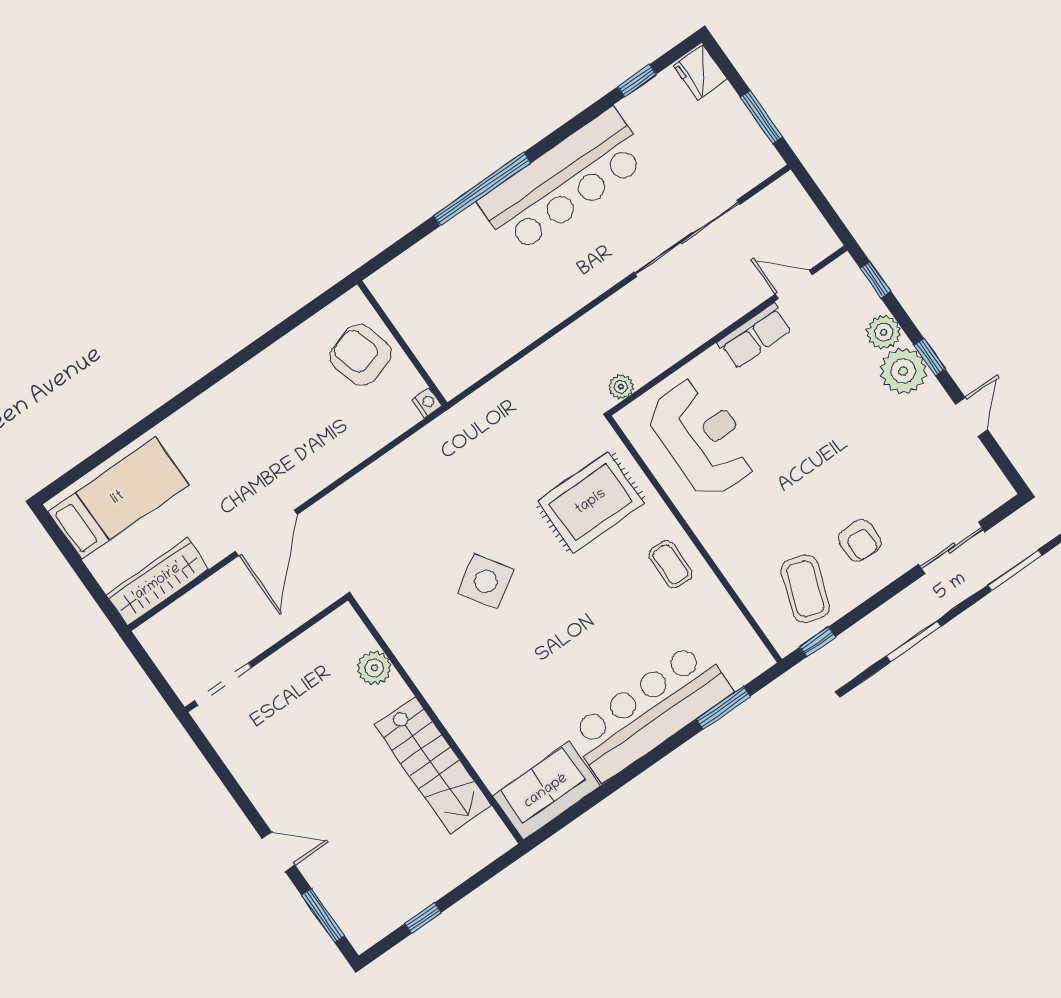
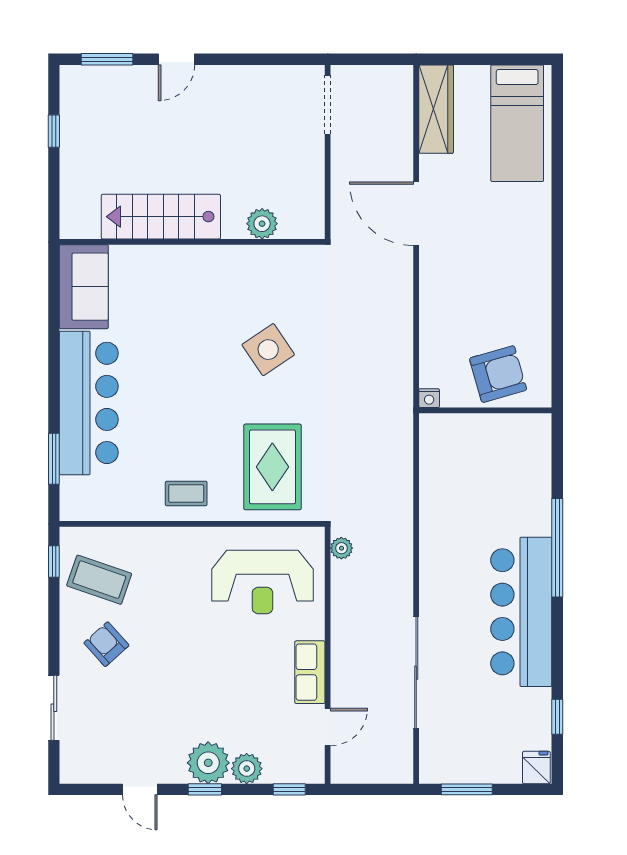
fridge: (700, 72) -> (536, 768), width x0.72
armchair: (860, 541) -> (106, 644), turned 48

